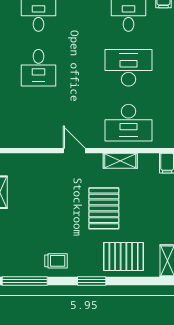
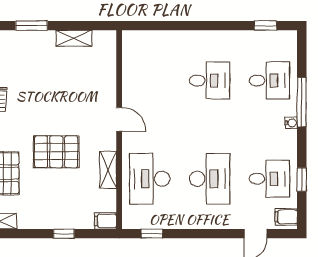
desk: (39, 68) -> (210, 80), turned 180
door: (74, 151) -> (119, 119), hinge flipped

